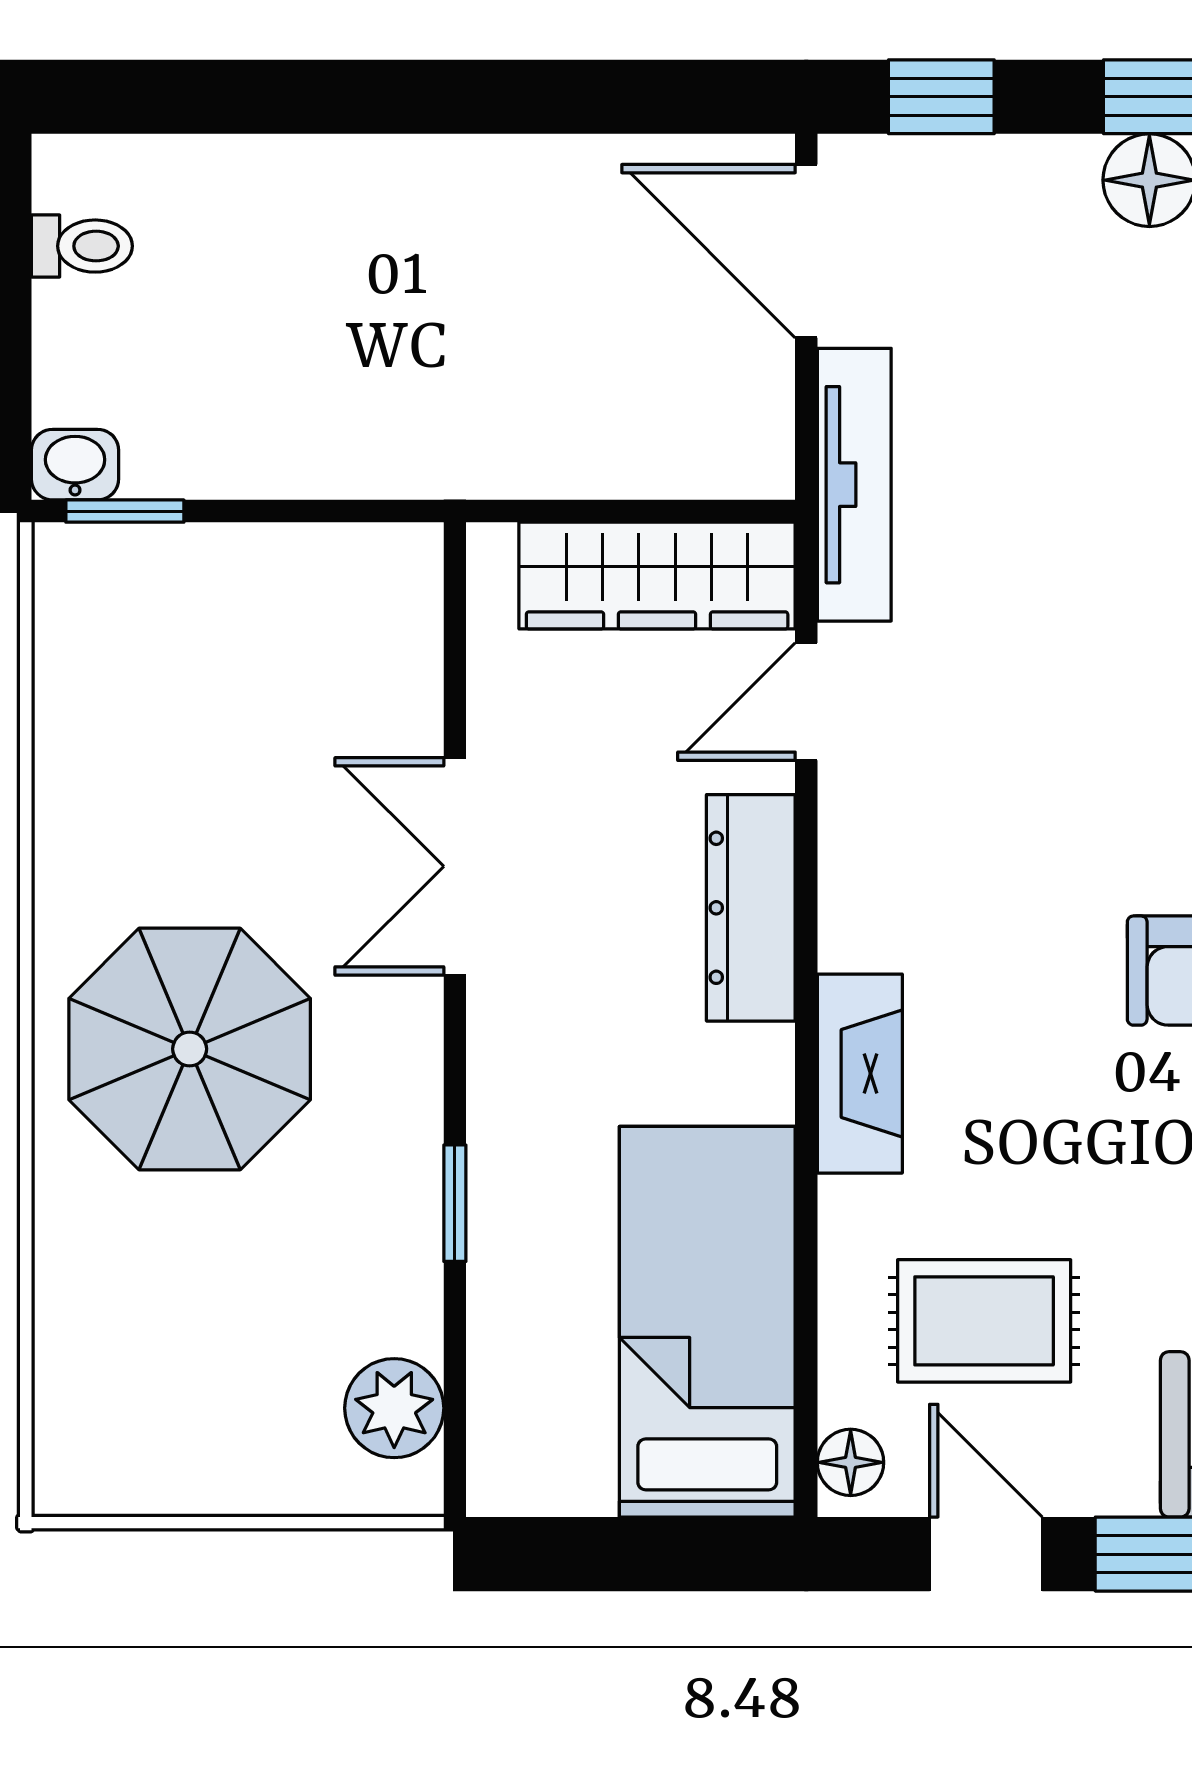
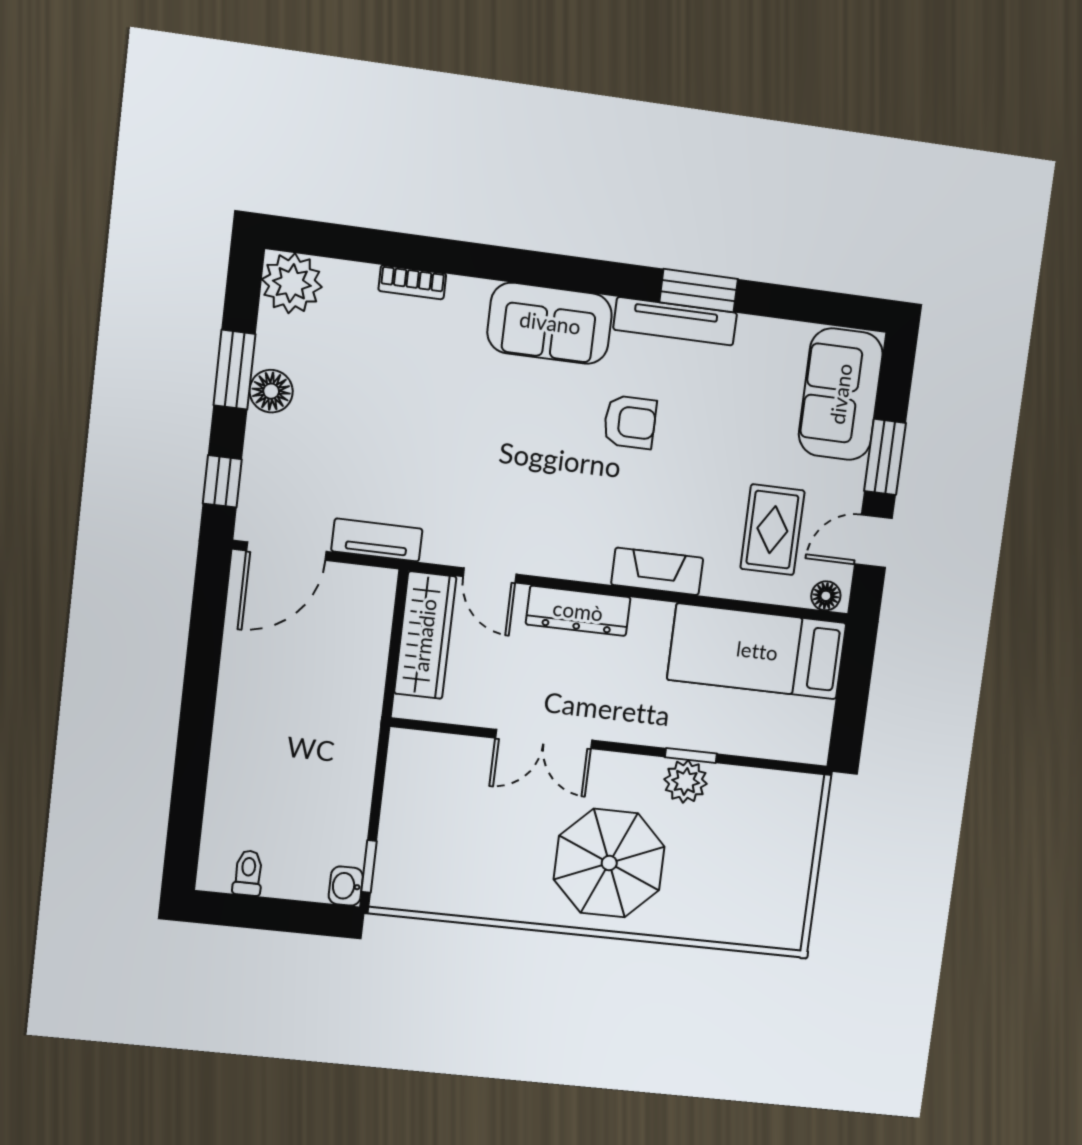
tv unit: (854, 485) -> (377, 540), width x0.71
plant: (394, 1408) -> (686, 782), moved

